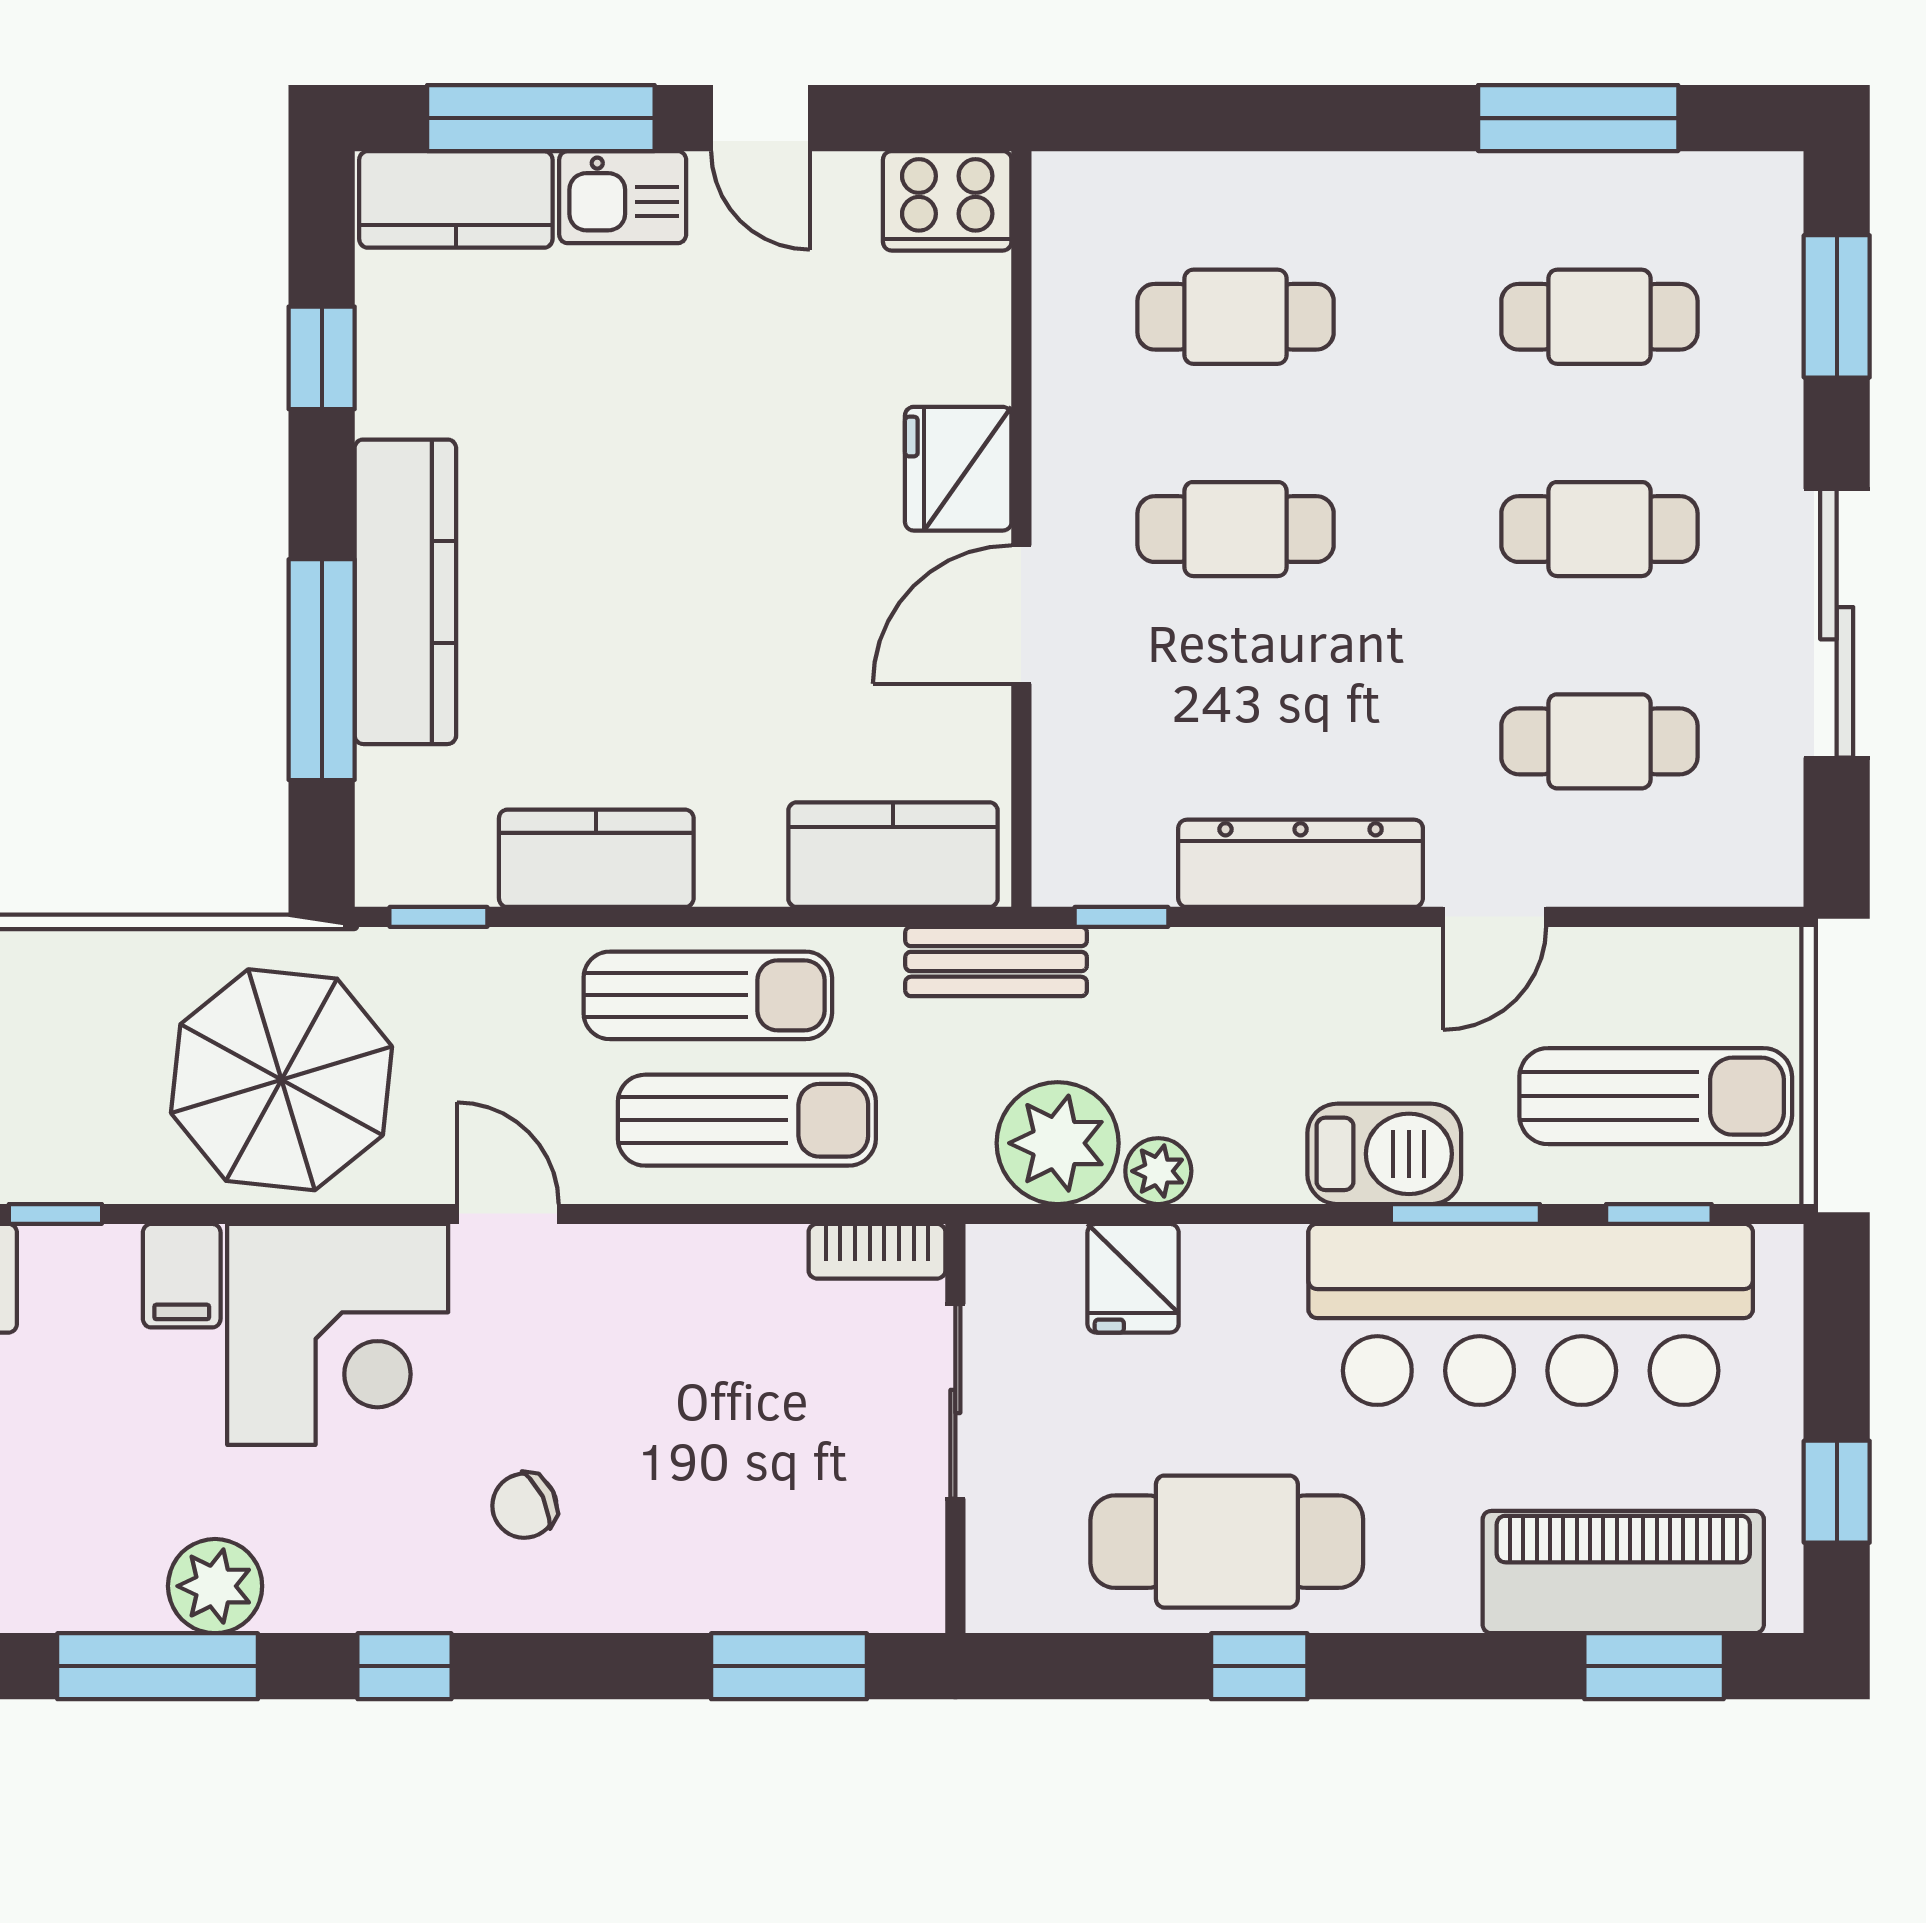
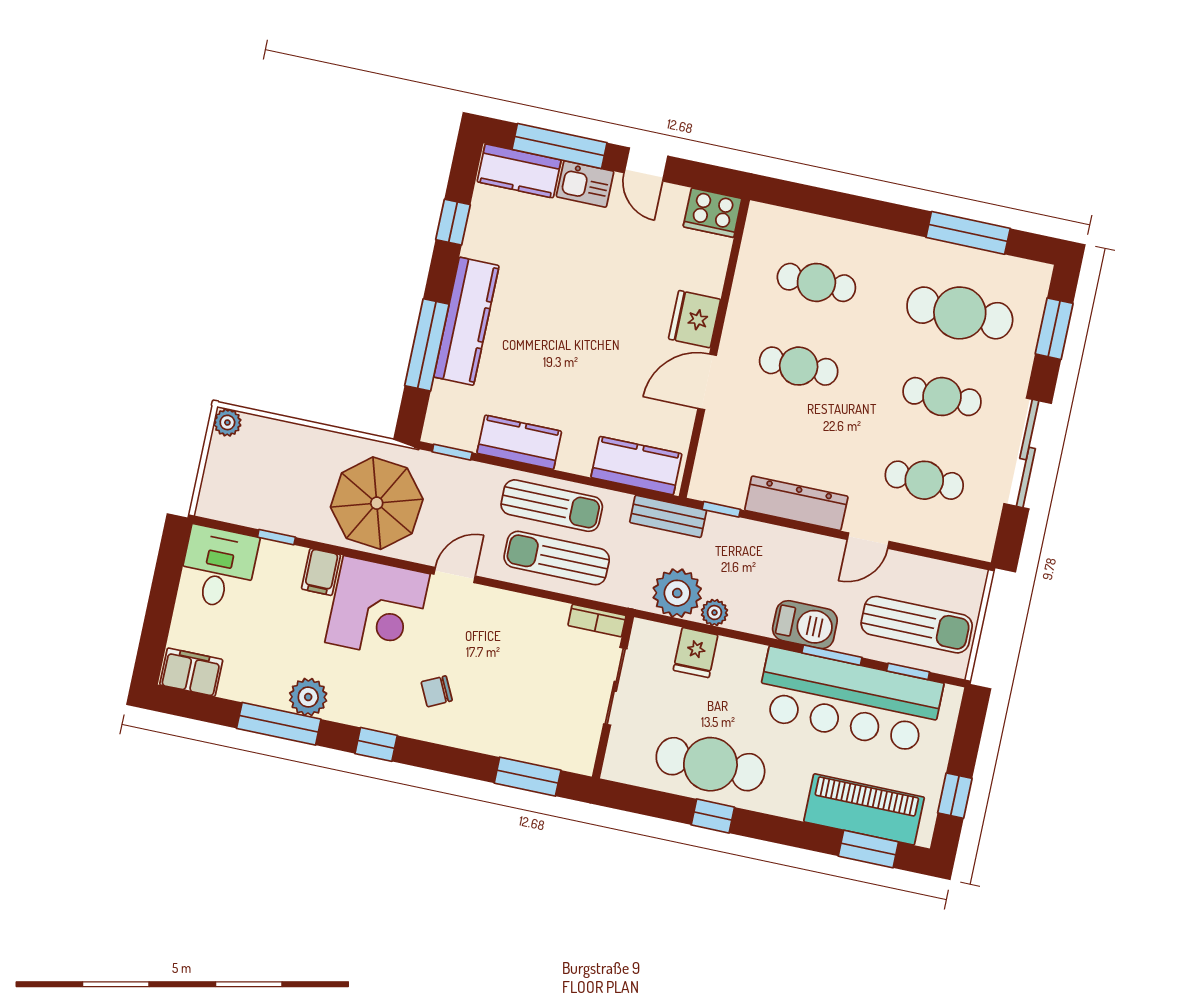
cafe table: (1599, 317) -> (960, 313), width x1.37, depth x1.35
sun lounger: (747, 1120) -> (557, 558), turned 180
door: (508, 1214) -> (455, 575), hinge flipped

